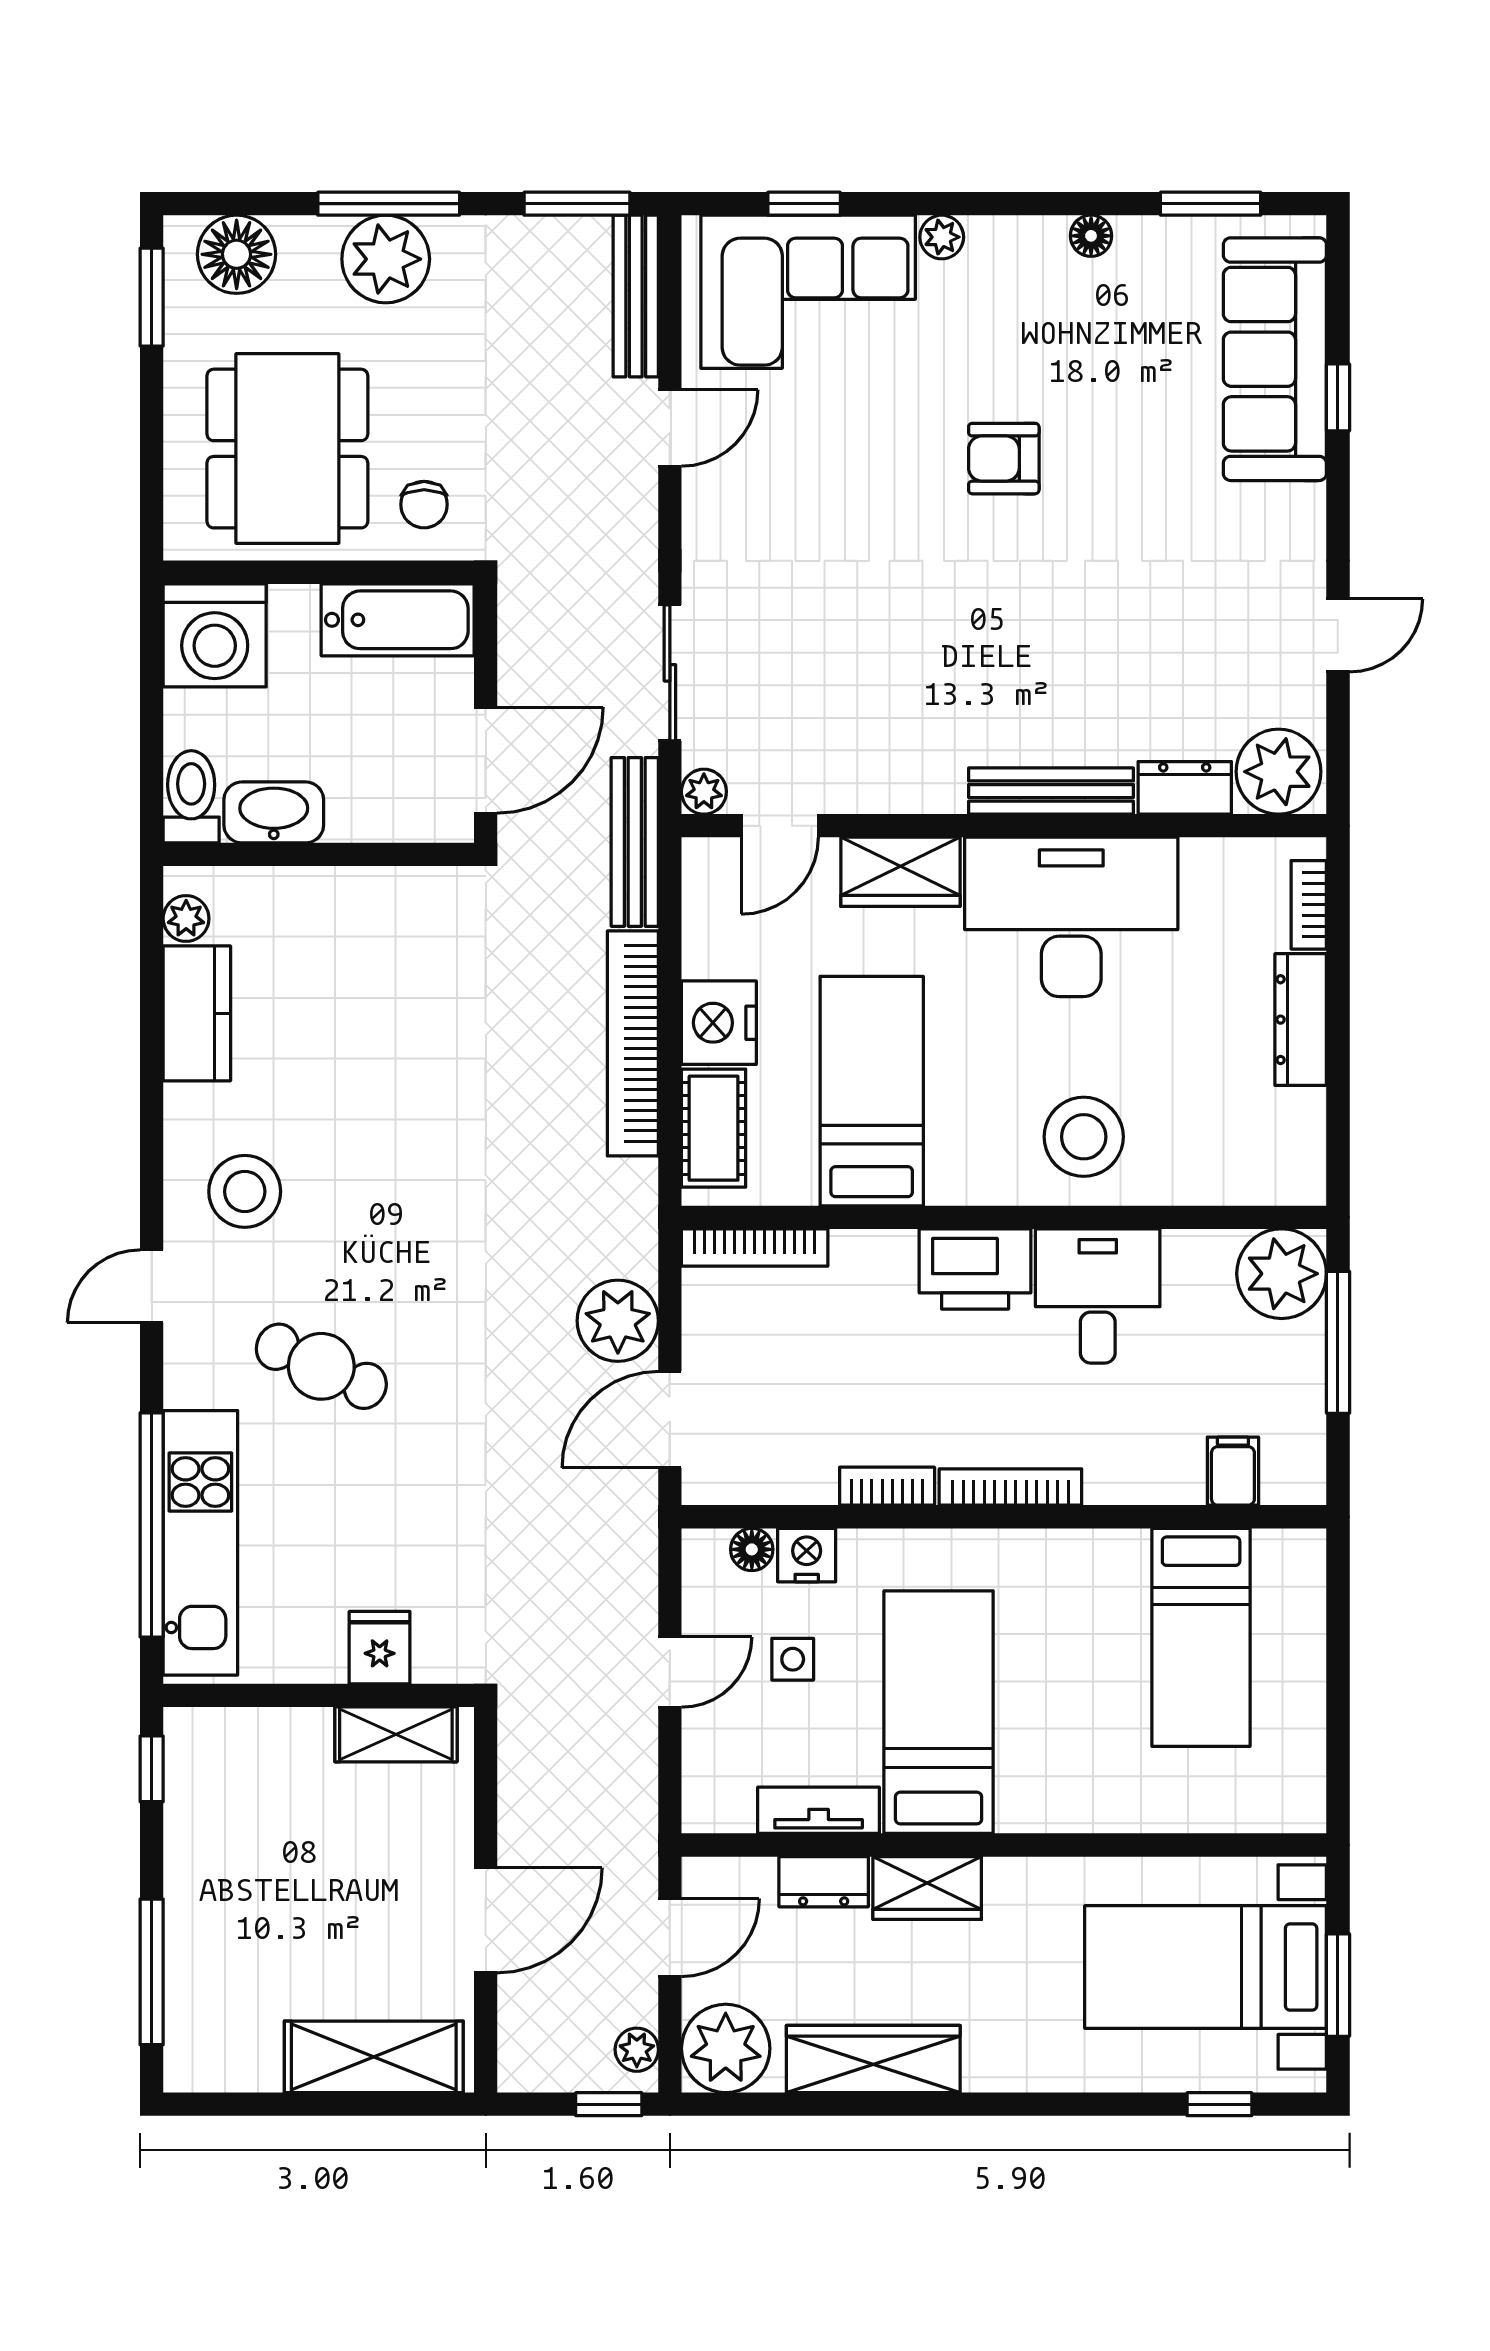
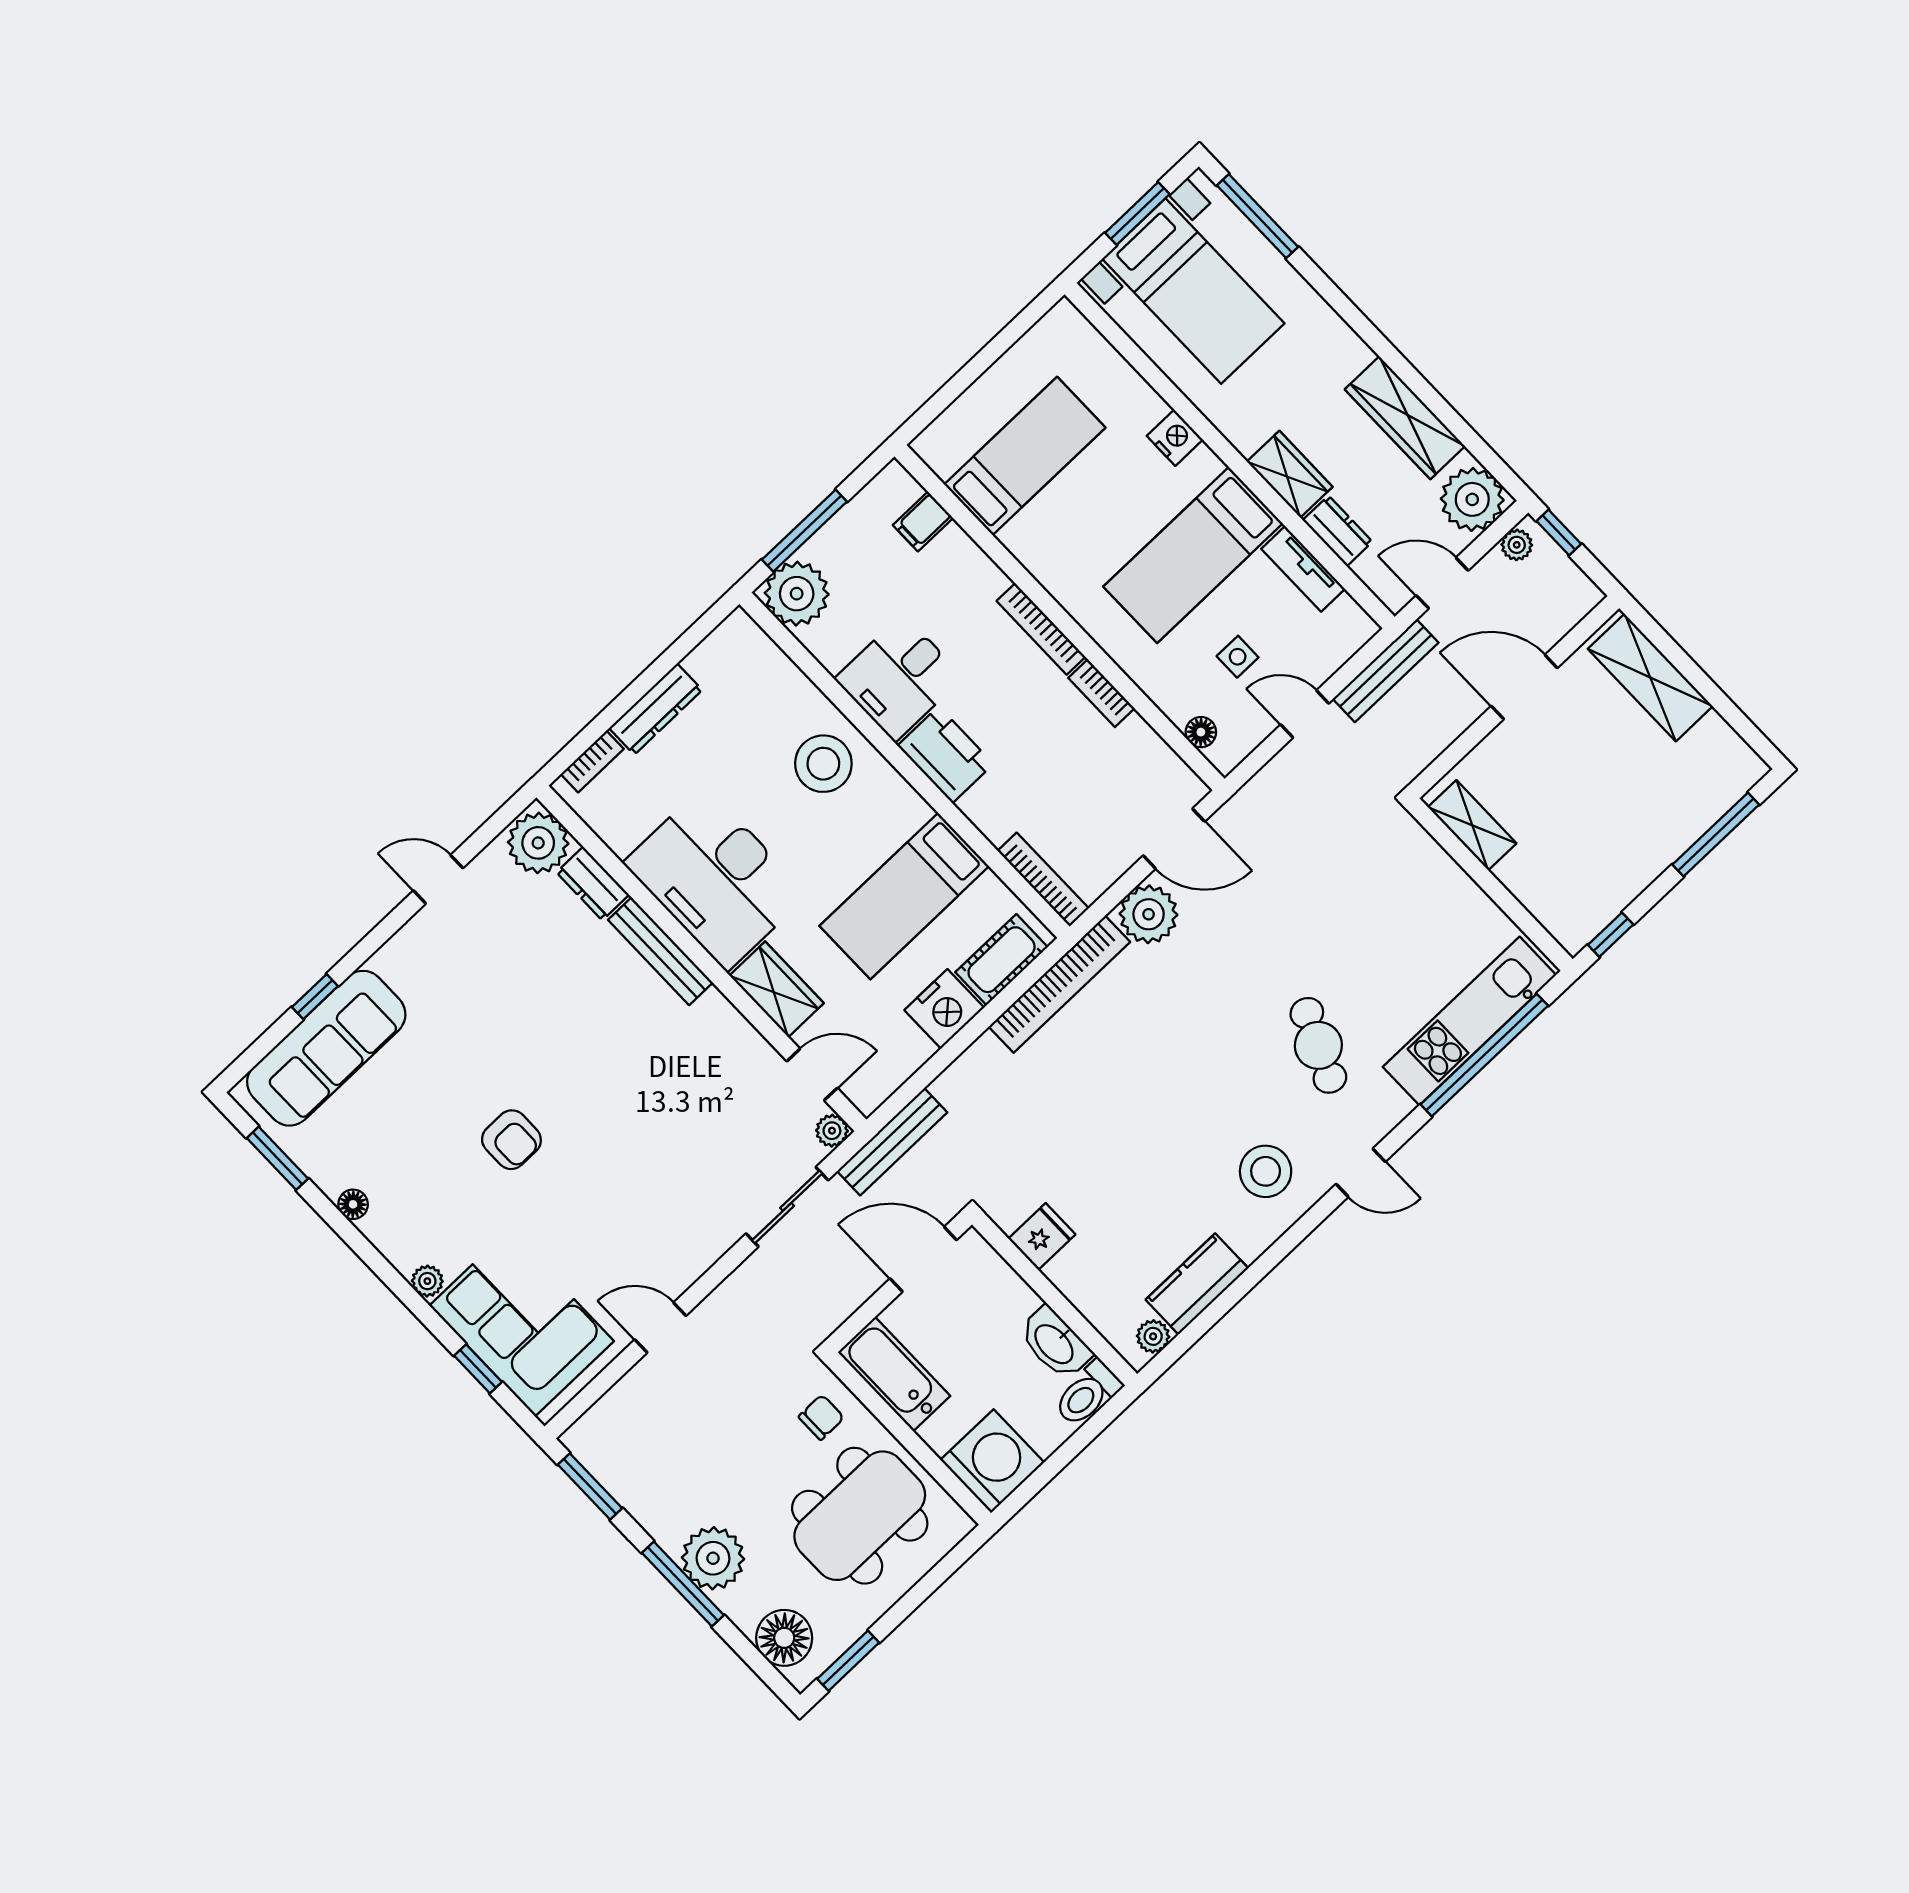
bench: (636, 296) -> (1386, 671), moved
bookcase: (633, 1043) -> (1059, 984), moved
nightstand: (807, 1555) -> (1175, 438), moved, turned 180
fridge: (380, 1648) -> (1042, 1236), moved, turned 180
window: (1219, 2104) -> (1258, 216), width x2.17

